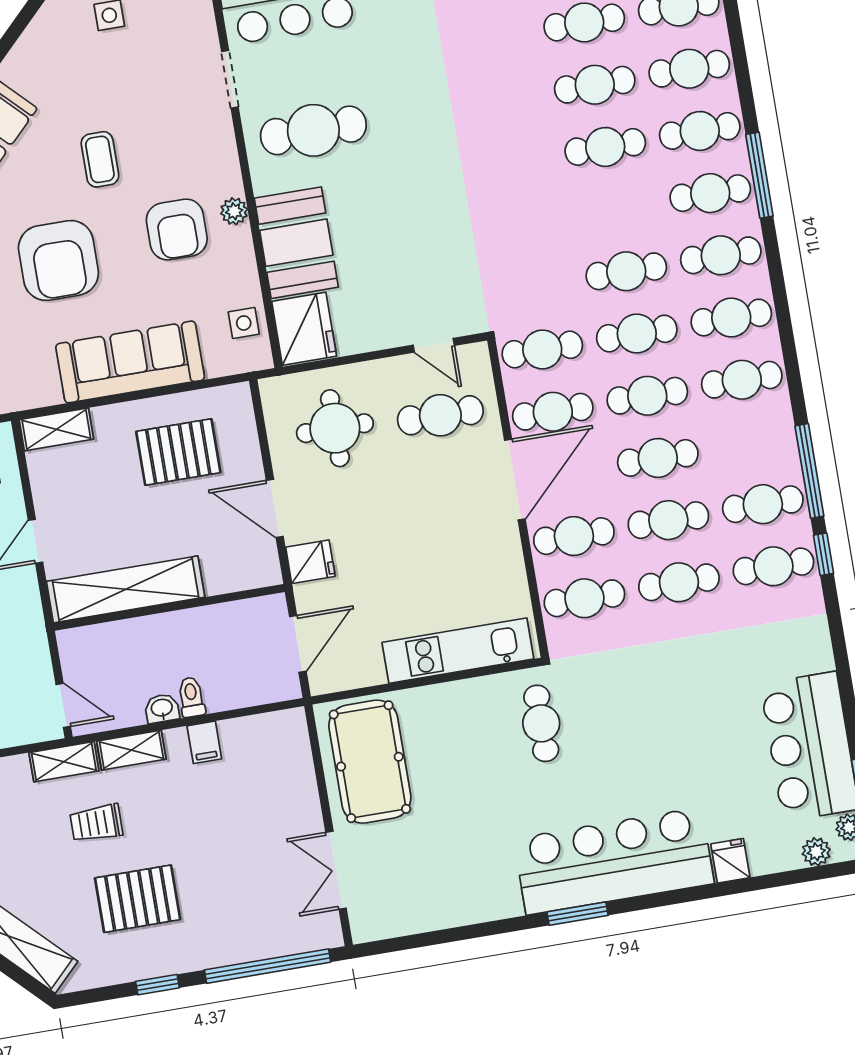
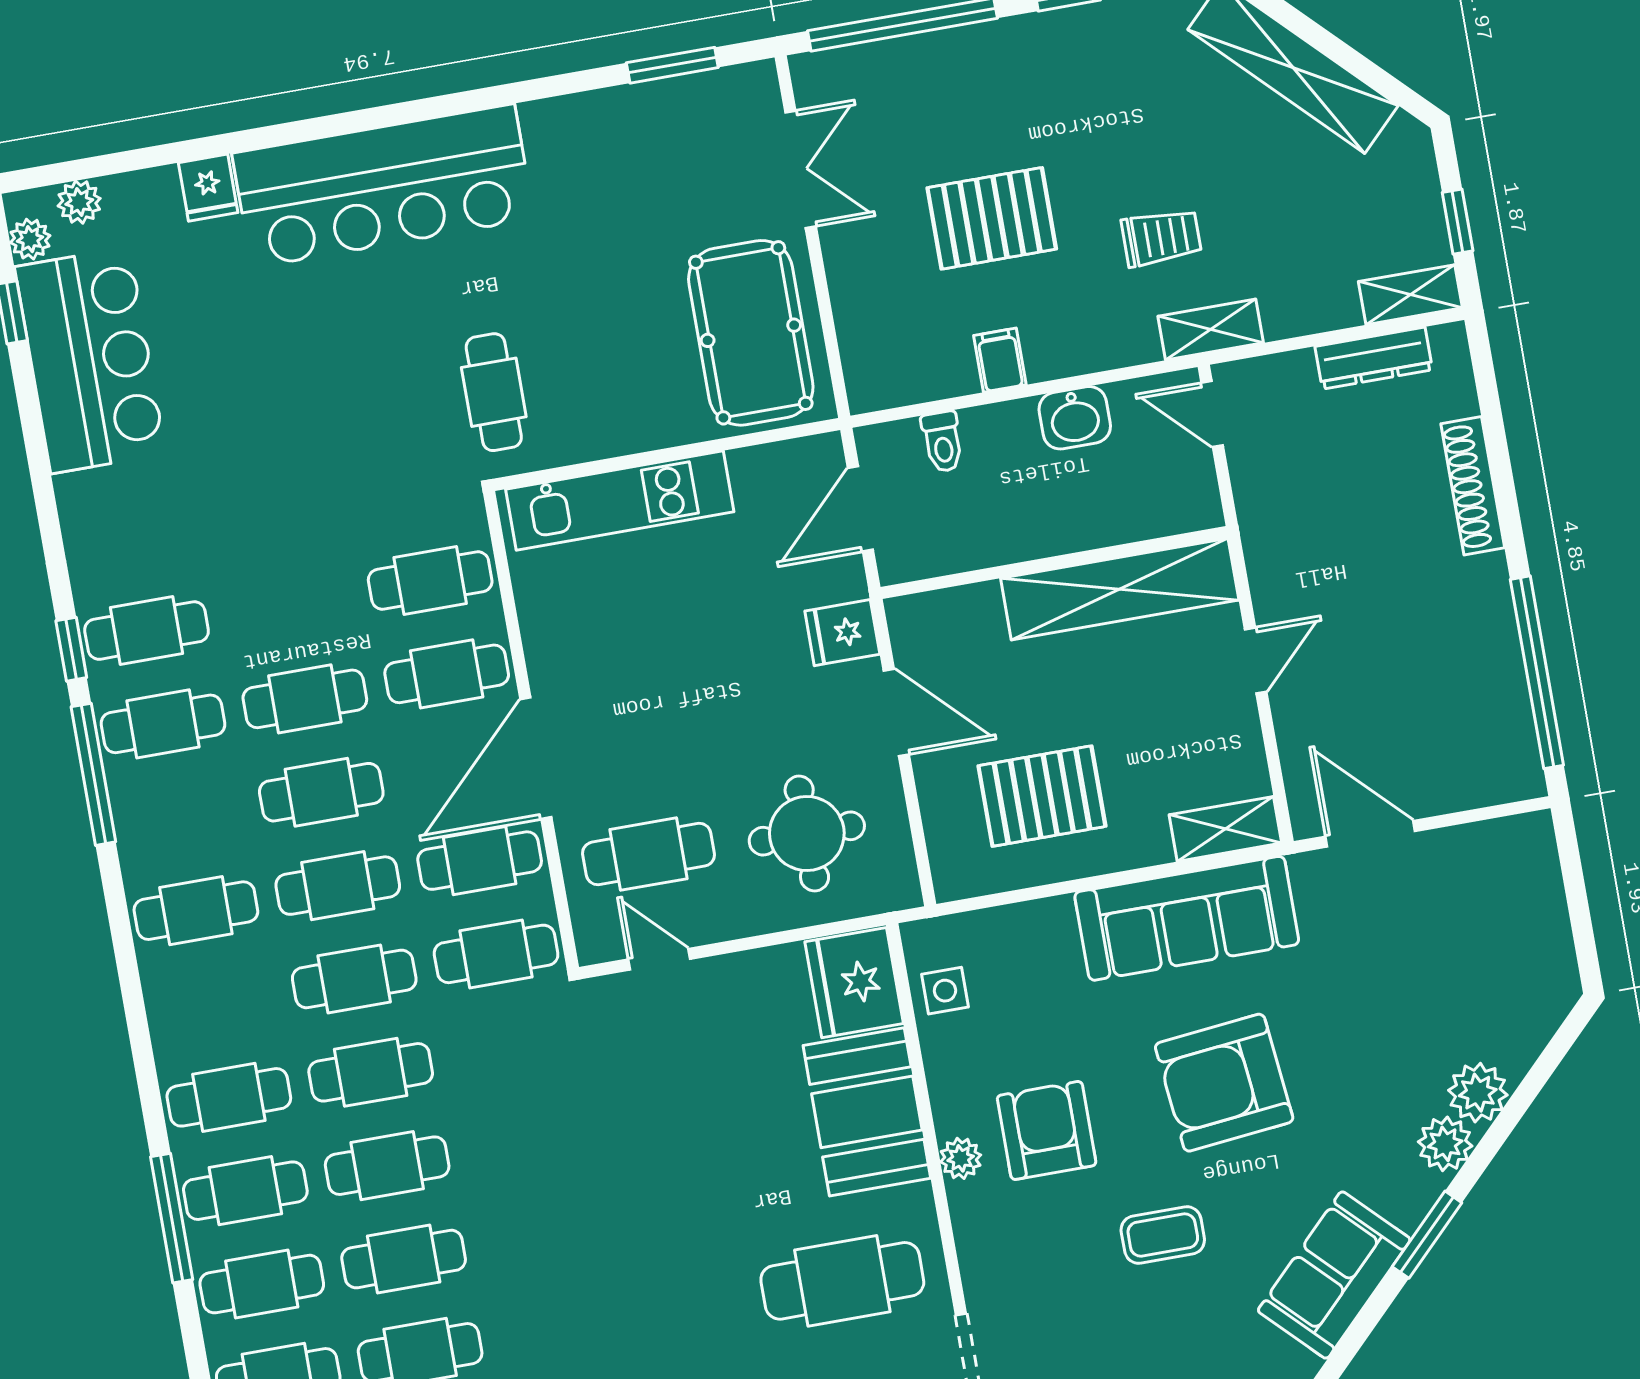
coffee table: (100, 159) -> (1163, 1235), turned 90
armchair: (58, 260) -> (1224, 1083), turned -96
cafe table: (731, 318) -> (387, 1166), moved
sofa: (130, 362) -> (1187, 918), moved
cafe table: (679, 582) -> (288, 606), removed
toilet: (191, 697) -> (942, 442), moved
washbasin: (162, 708) -> (1075, 418), width x1.38, depth x1.45
shelving: (131, 750) -> (1109, 348), removed
pallet: (138, 899) -> (992, 218), moved
window: (578, 914) -> (672, 65), moved

